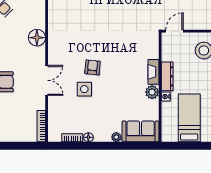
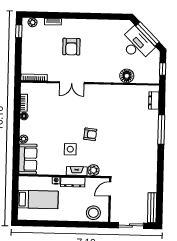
door: (175, 31) -> (110, 189), swing flipped
floor lamp: (37, 38) -> (127, 76), moved
armchair: (92, 67) -> (90, 134), moved
side table: (84, 89) -> (70, 149), moved
plant: (152, 92) -> (93, 170), moved

